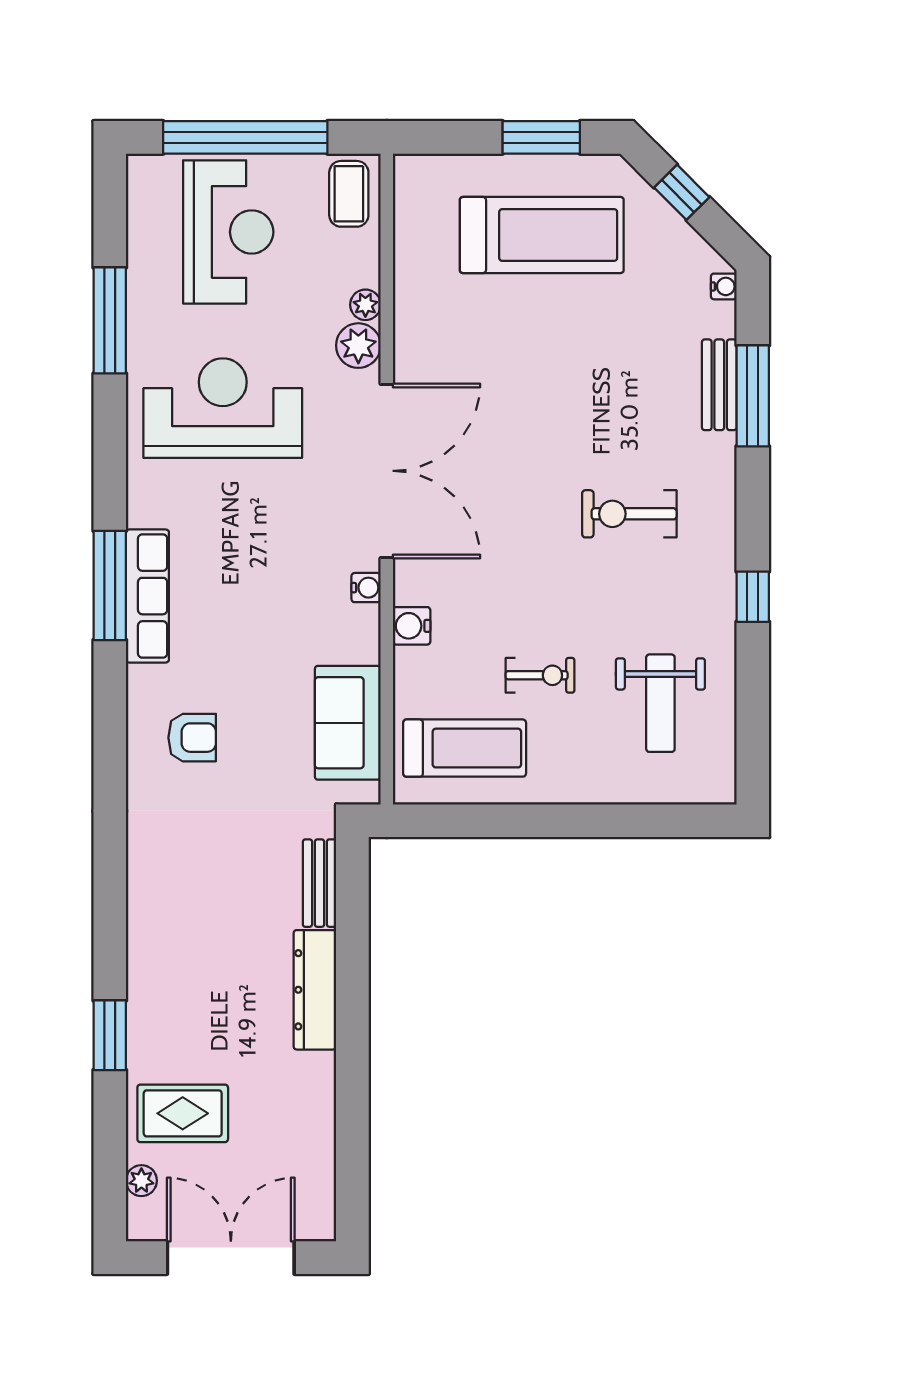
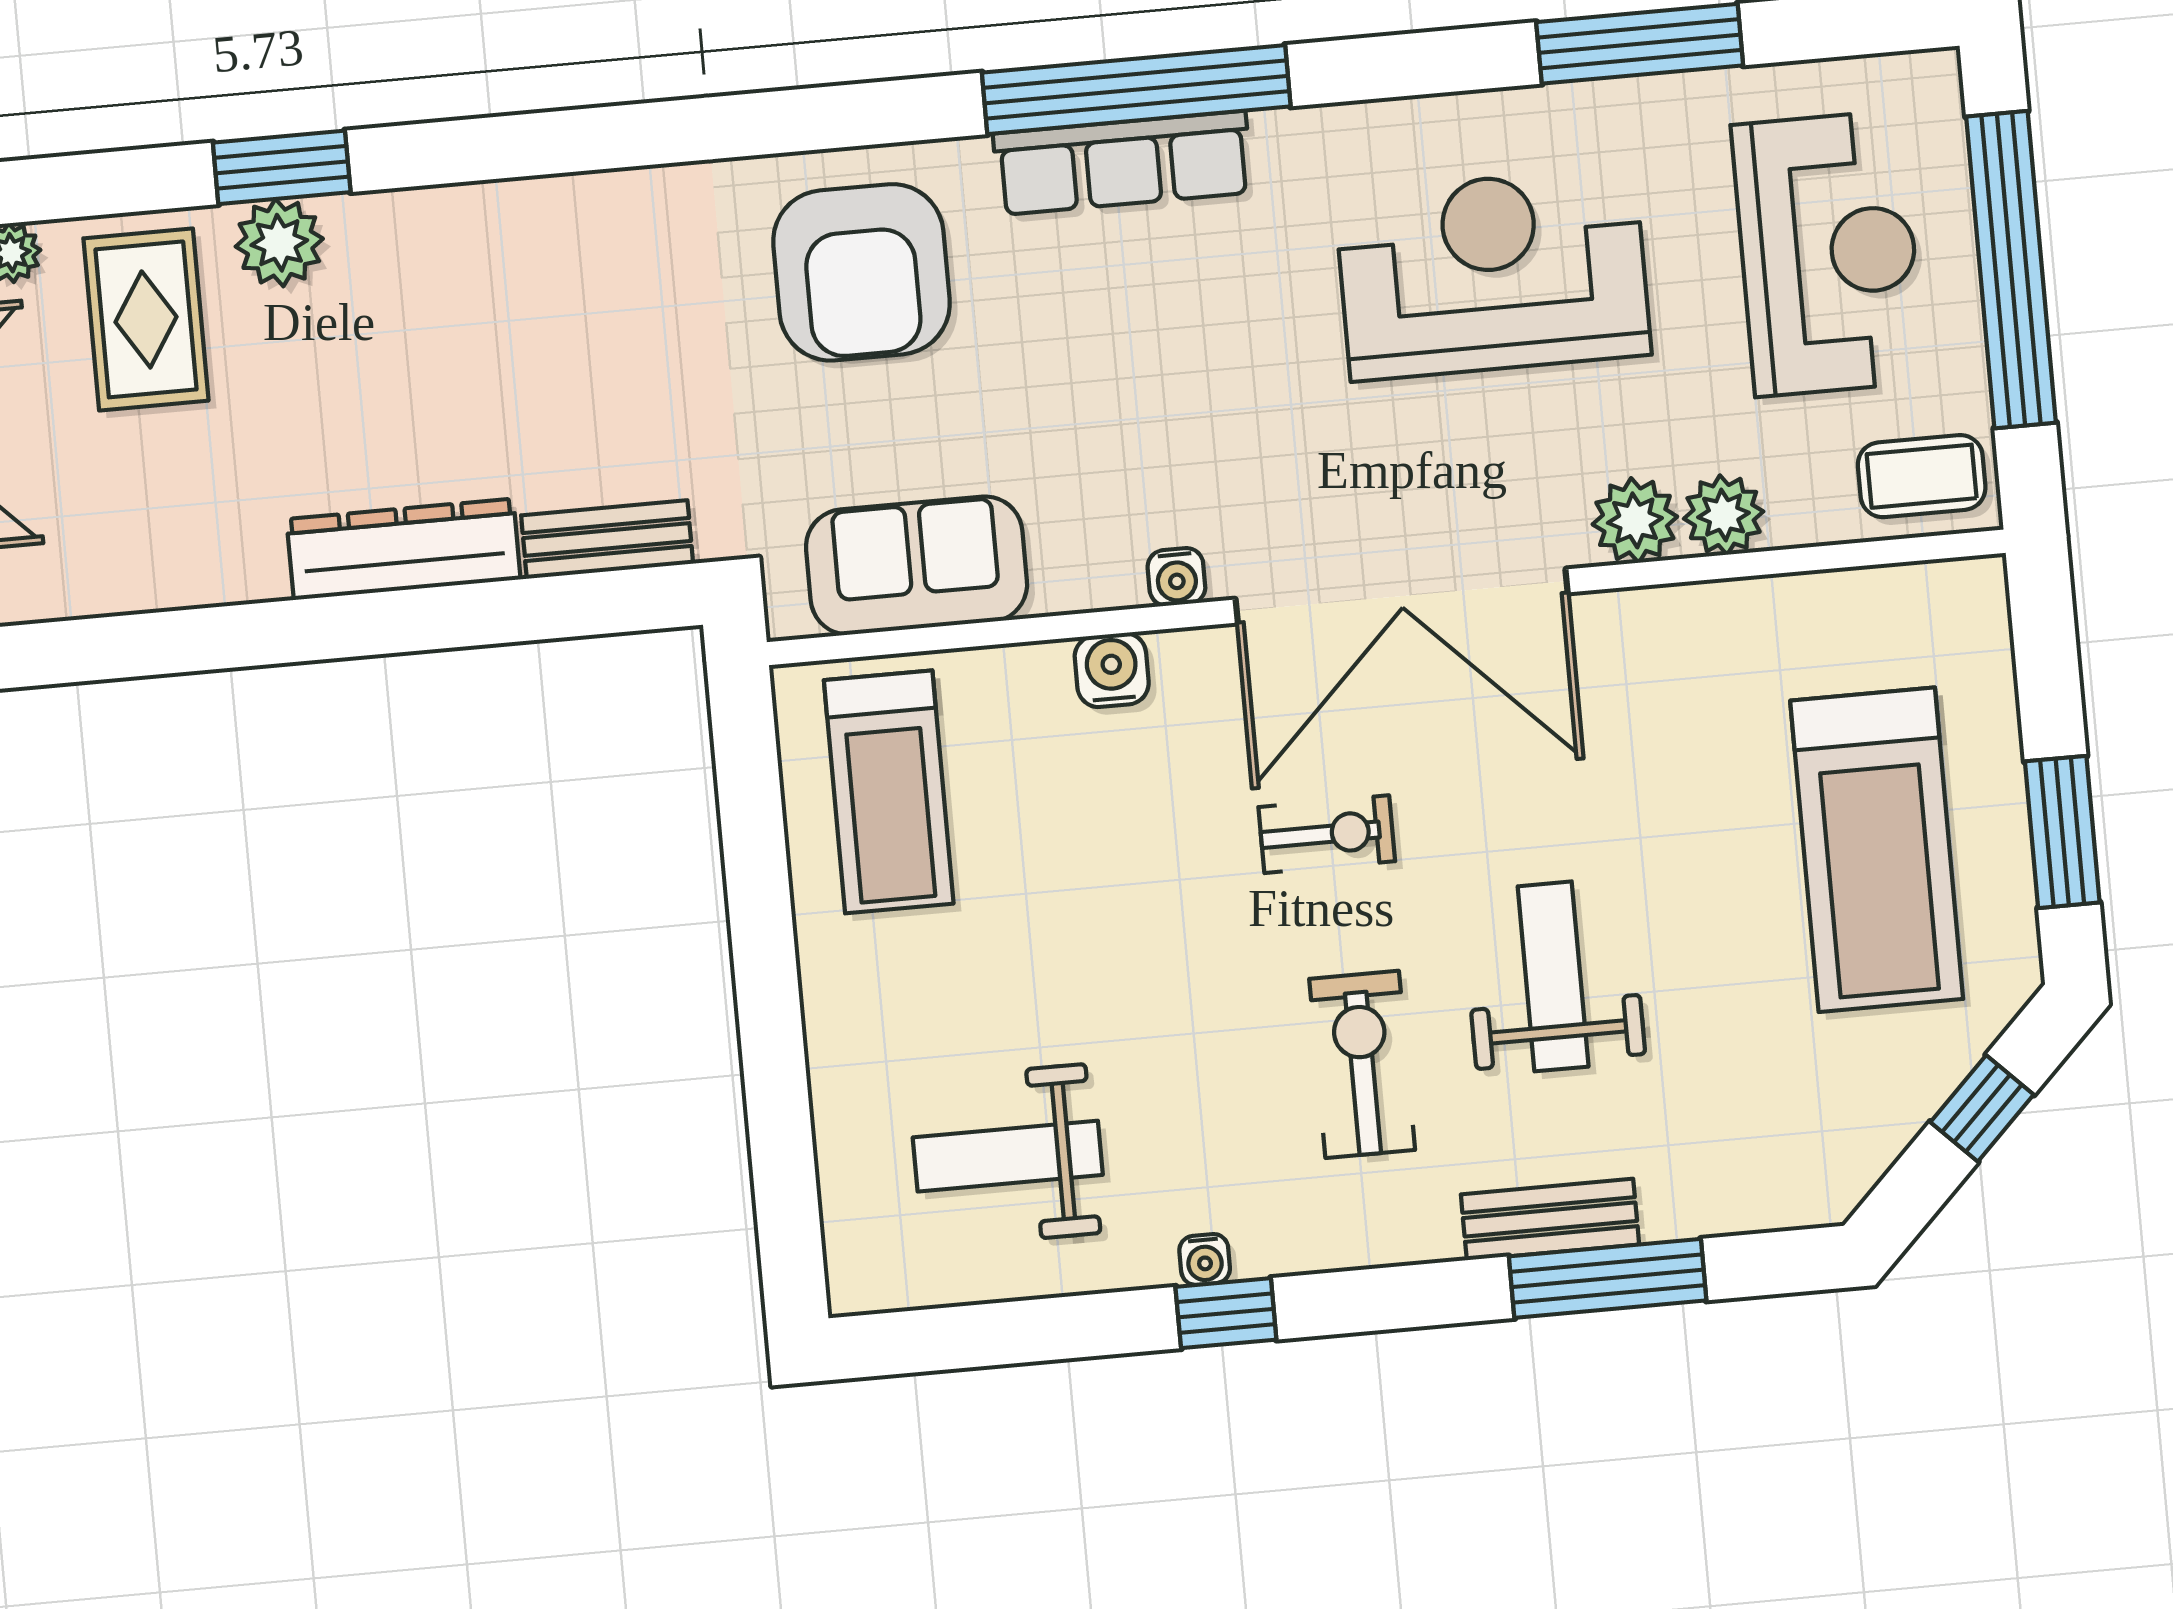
reception desk: (228, 232) -> (1828, 253), turned -90
water cooler: (724, 286) -> (1205, 1259), moved
plant: (365, 305) -> (1724, 515), width x1.38, depth x1.38
bench: (719, 385) -> (1550, 1219), moved
reception desk: (223, 408) -> (1493, 274), turned -90
weight bench: (593, 410) -> (1553, 976), added
window: (110, 585) -> (1136, 90), width x1.46
exercise bike: (540, 675) -> (1327, 834), moved, turned -90
armchair: (192, 738) -> (861, 272), width x1.88, depth x1.88
plant: (149, 1040) -> (279, 243), added

